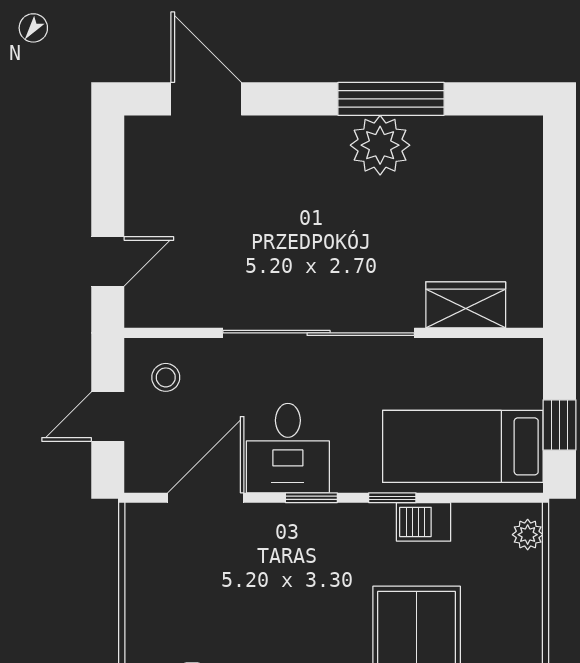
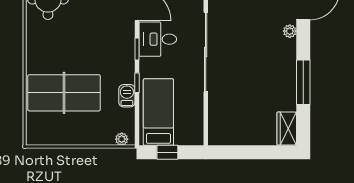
plant: (380, 145) -> (290, 31), moved, width x0.53, depth x0.53
wardrobe: (466, 305) -> (287, 128), moved, turned 180

